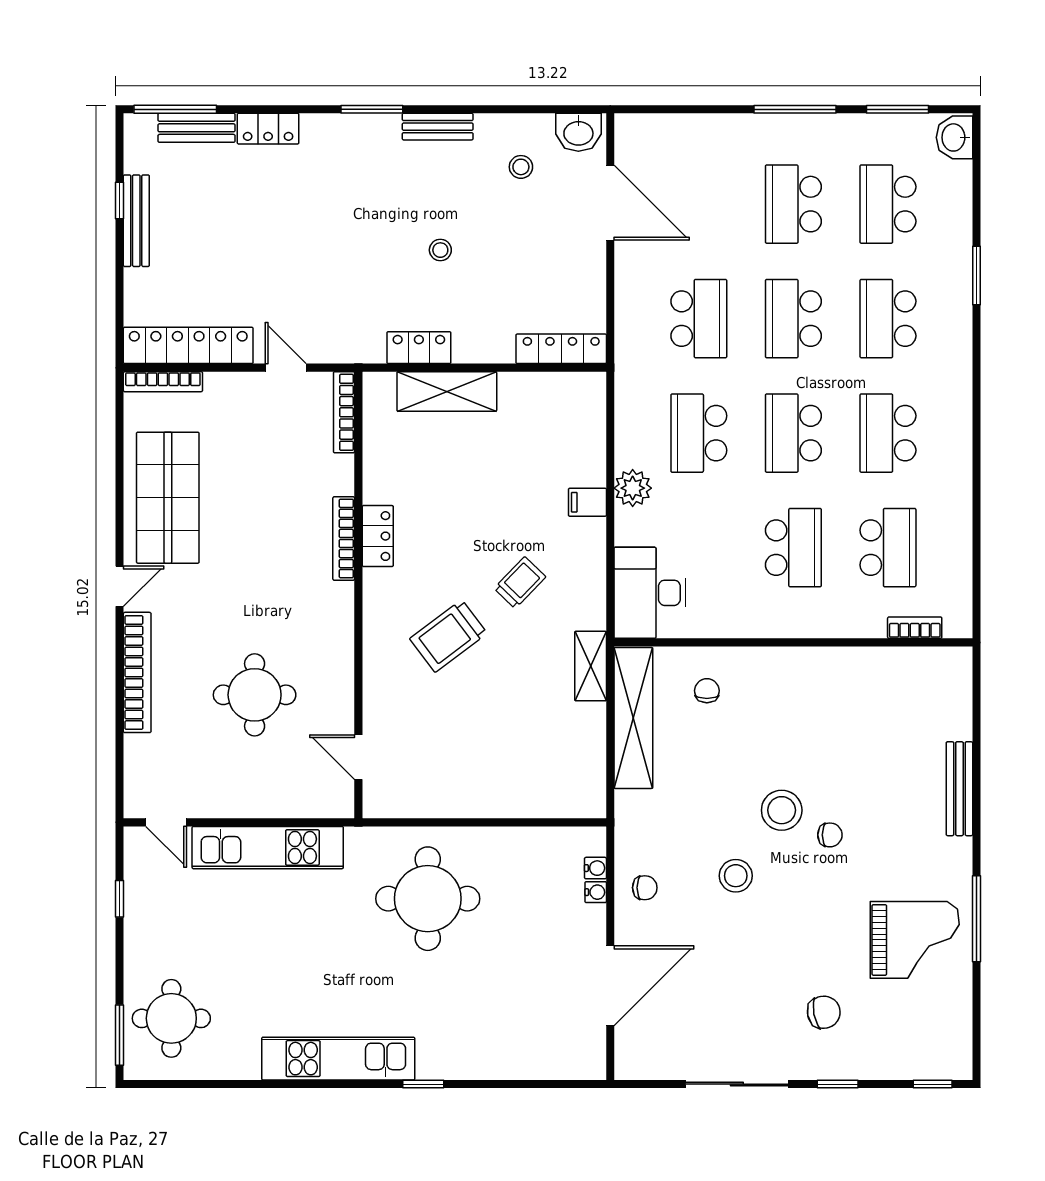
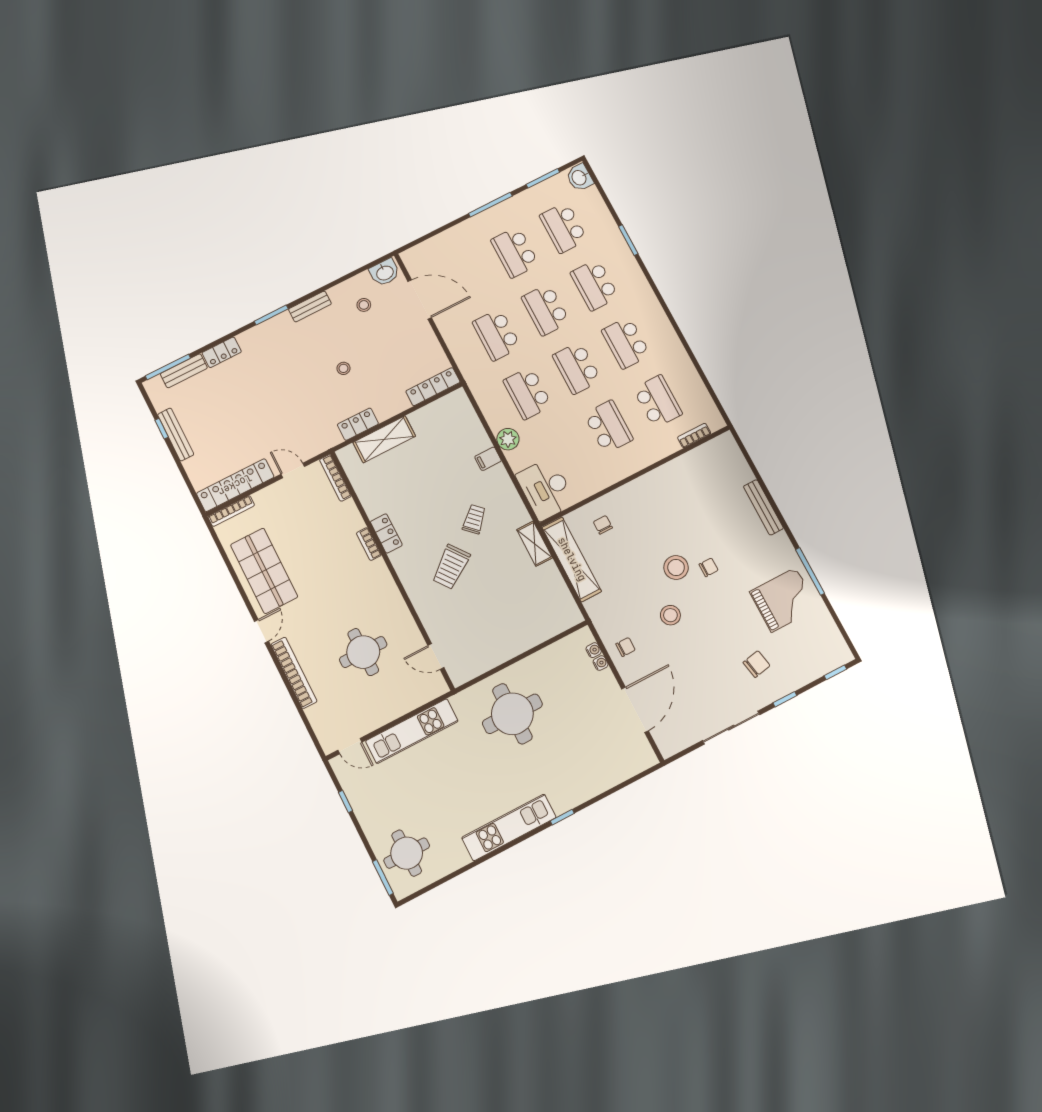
school desk: (699, 319) -> (497, 335), turned 180
bookcase: (344, 538) -> (369, 544), width x0.64

